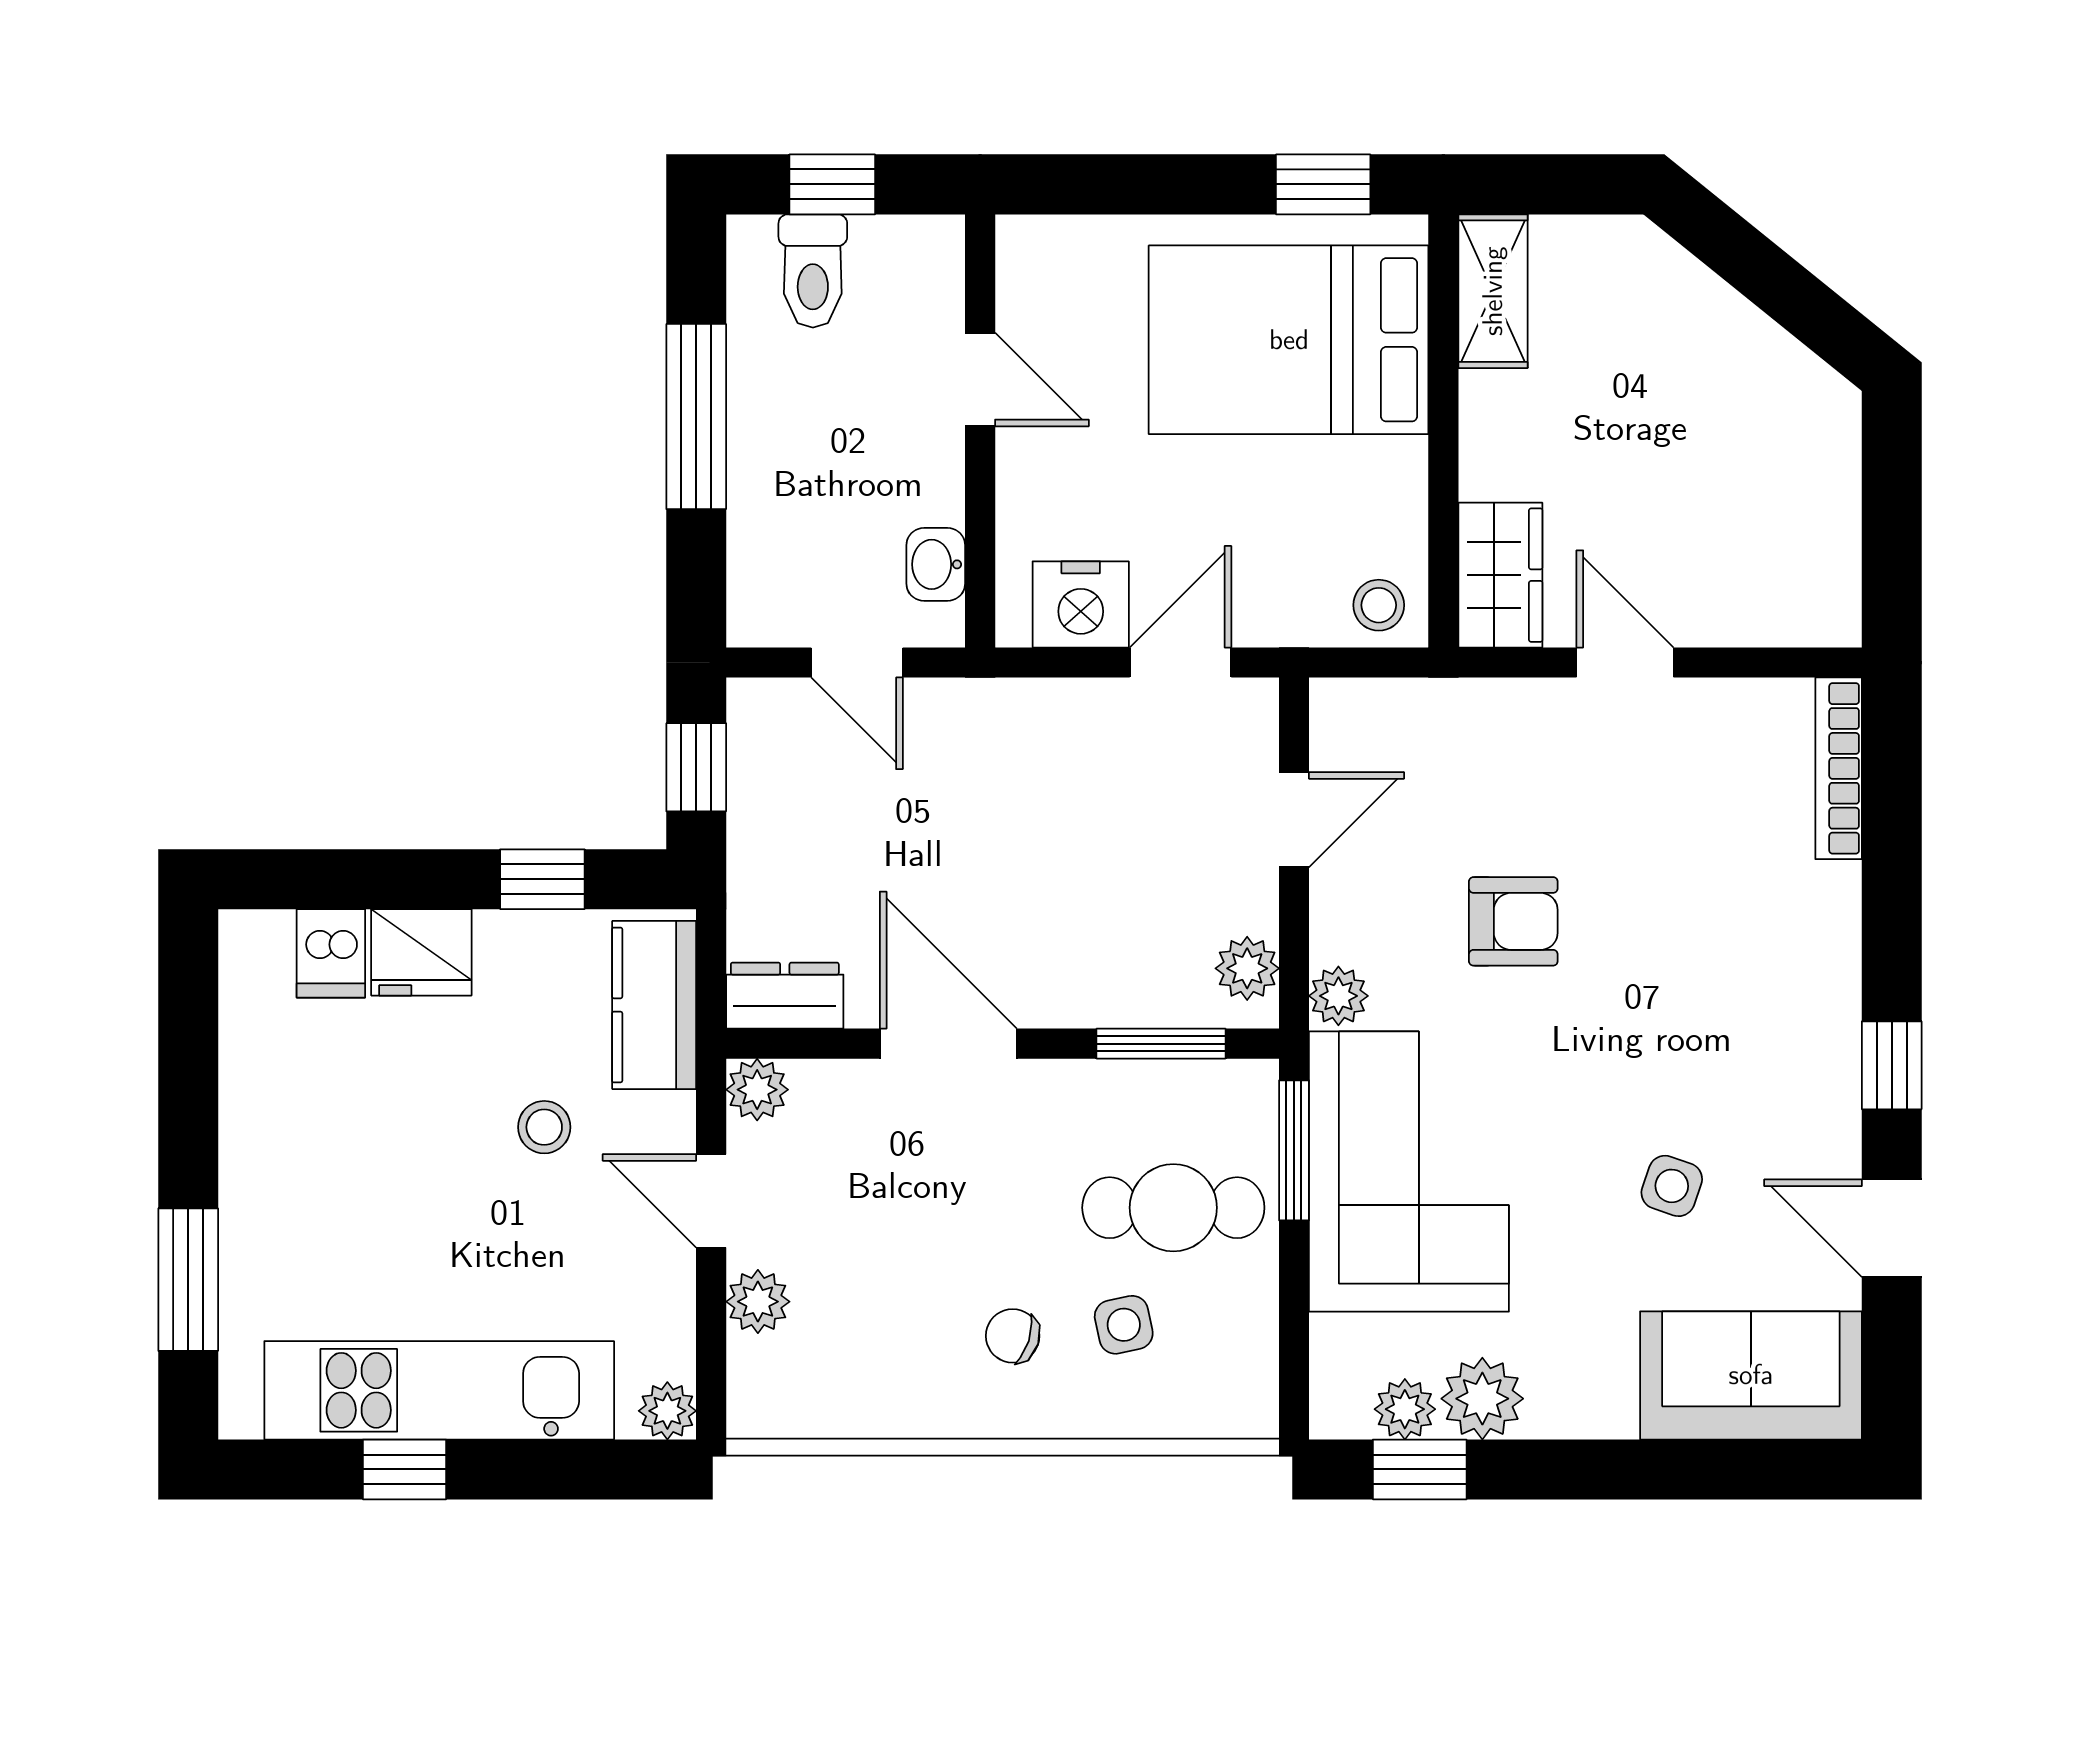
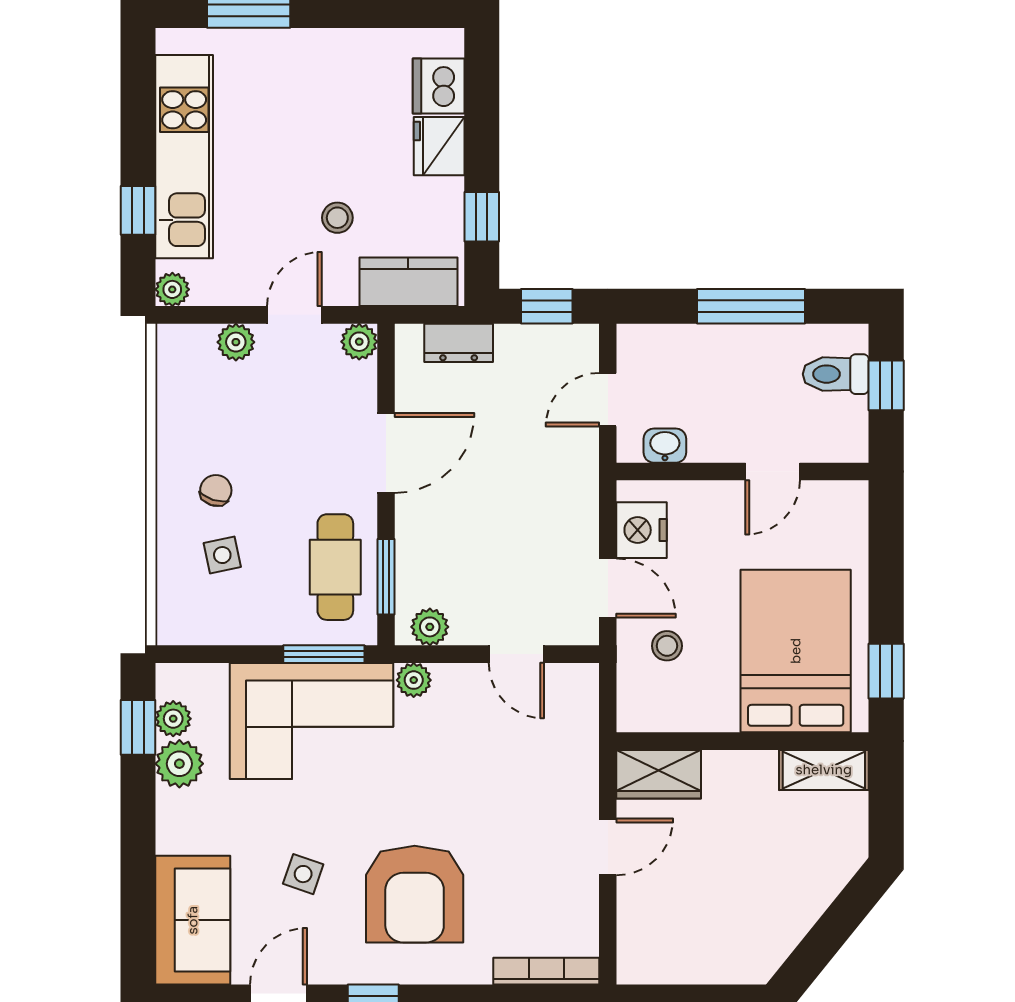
stool: (1379, 605) -> (667, 646), moved
armchair: (1513, 921) -> (415, 894), moved, width x1.88, depth x1.88
dishwasher: (331, 953) -> (439, 86), width x1.38
dresser: (785, 996) -> (459, 343), moved, turned 90
cafe table: (1173, 1208) -> (335, 567), moved
window: (405, 1469) -> (138, 210), moved

